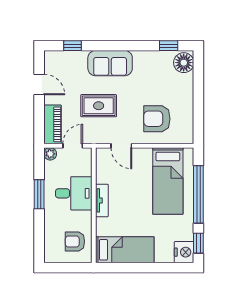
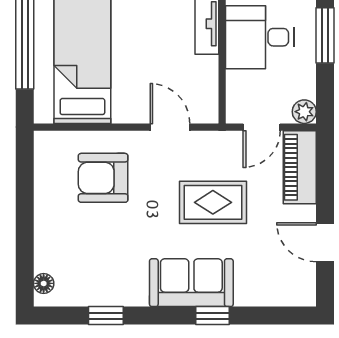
window: (73, 46) -> (212, 316), moved
window: (169, 46) -> (106, 316), moved
floor lamp: (184, 63) -> (44, 283), width x0.53, depth x0.53
armchair: (157, 119) -> (103, 178), turned 180

